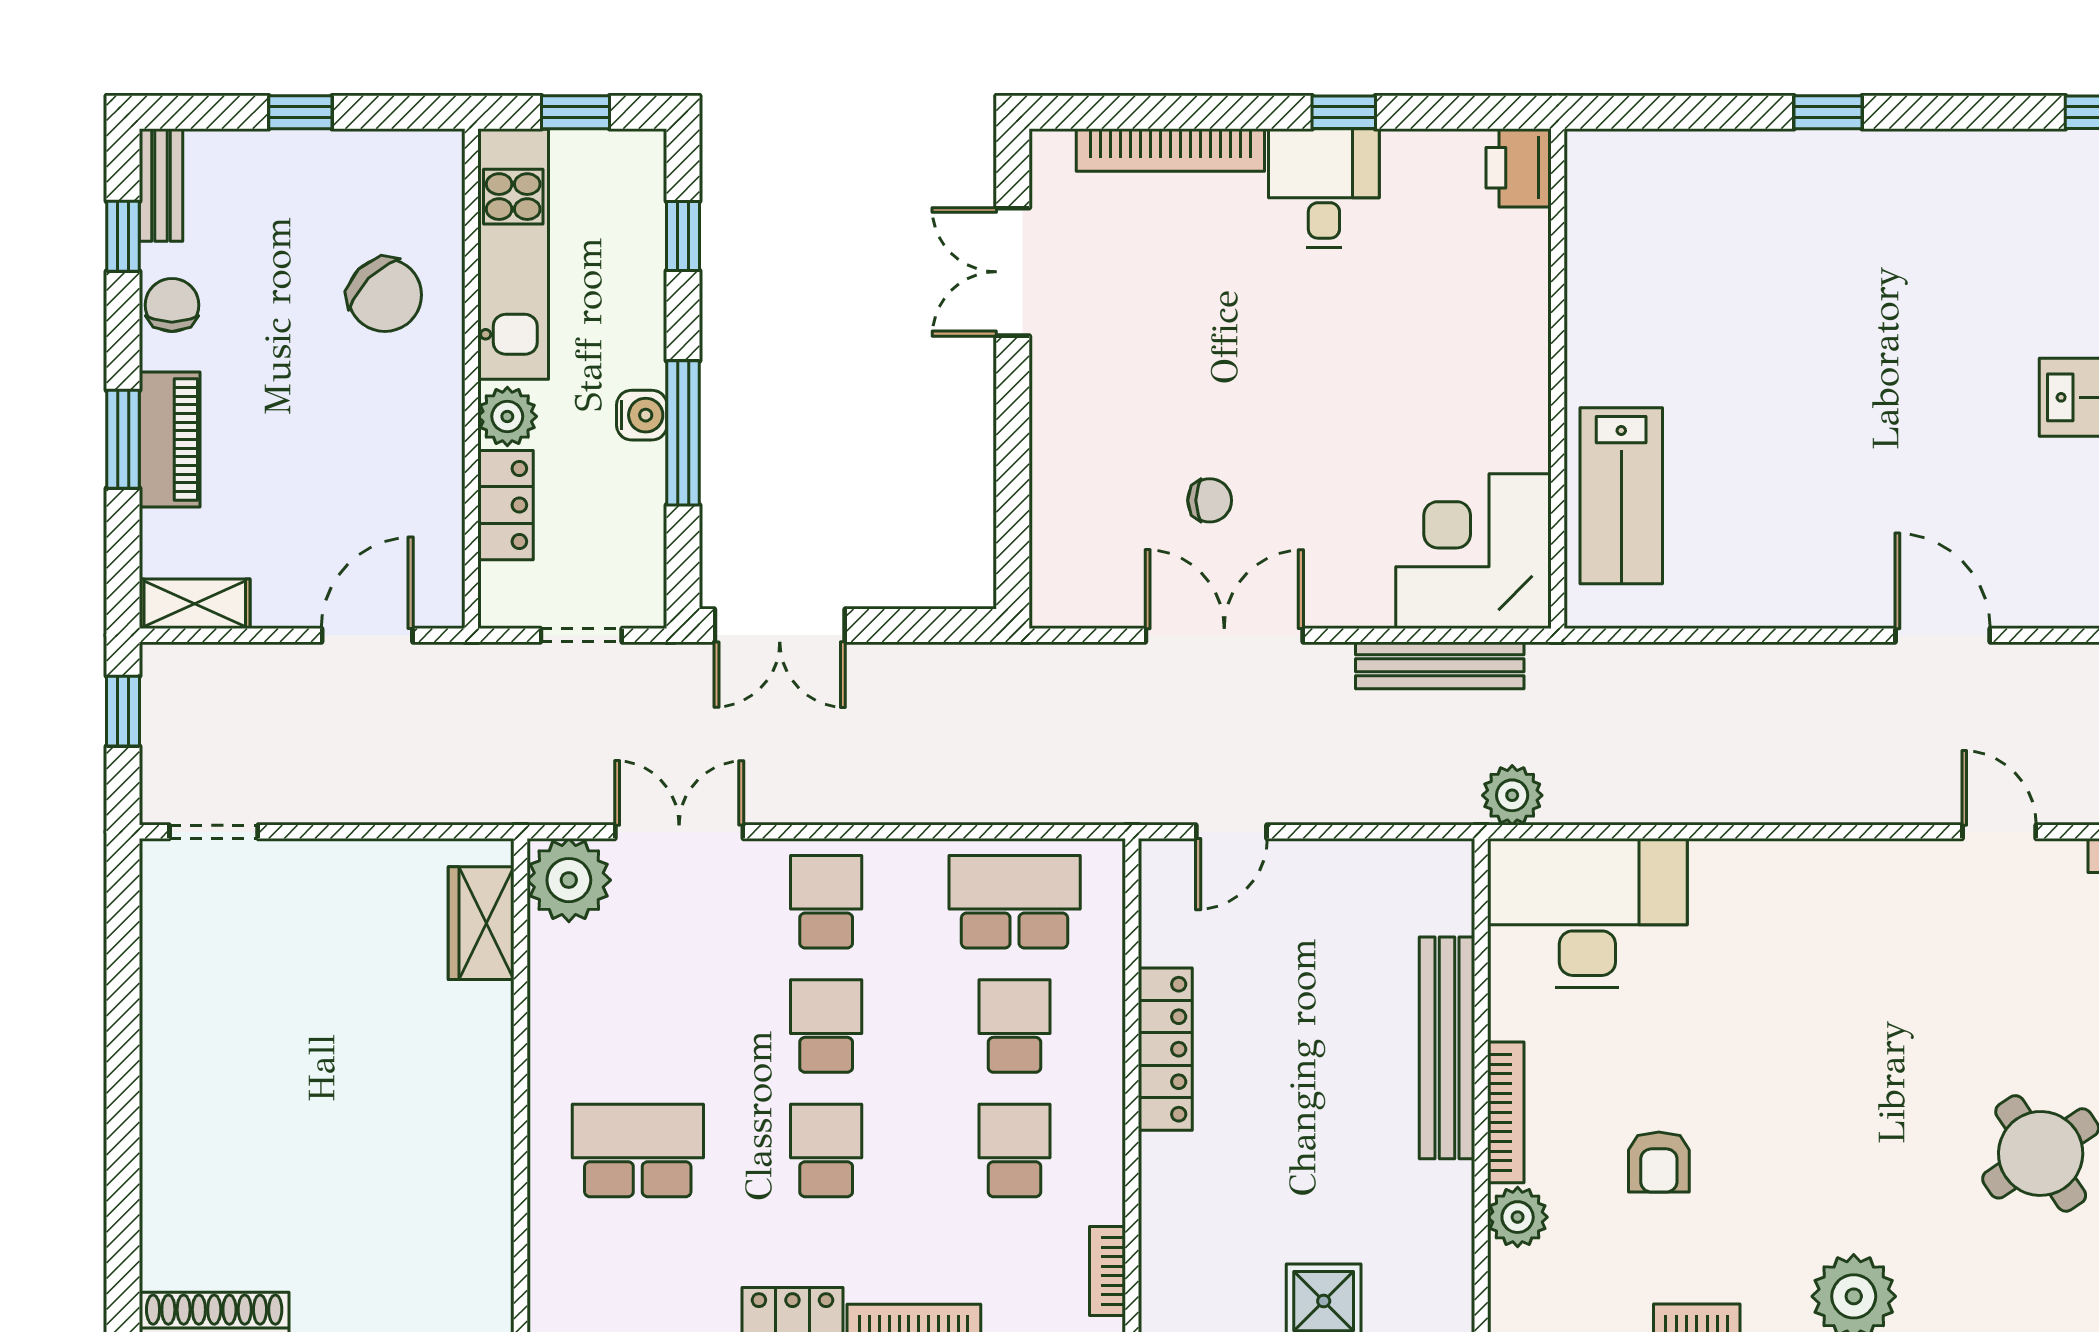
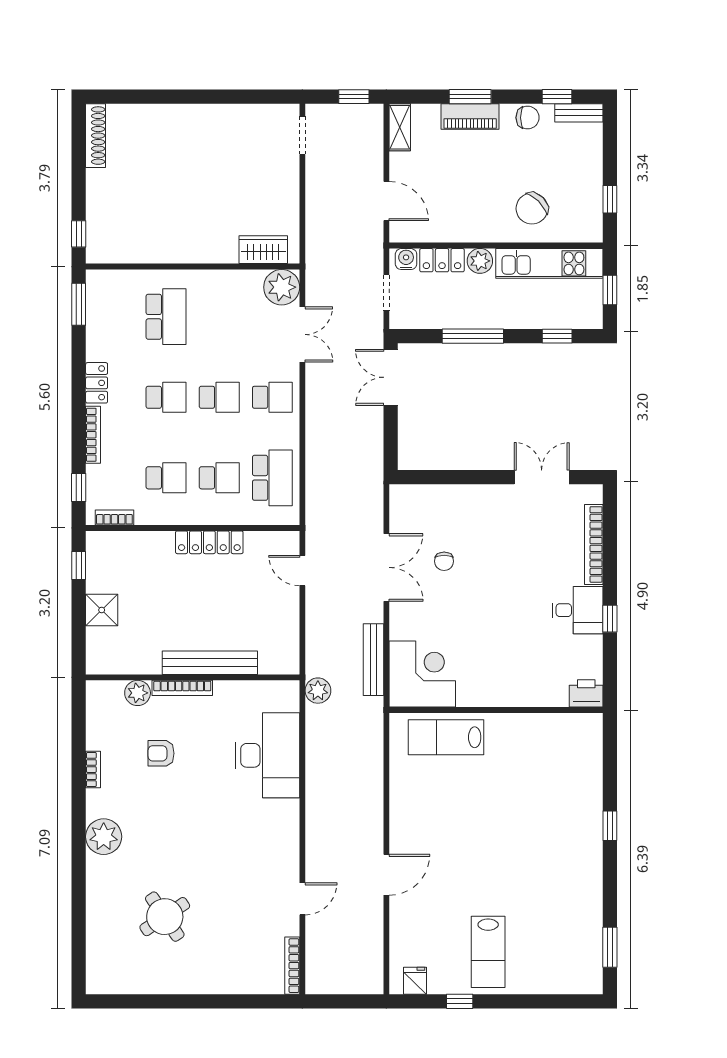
window: (300, 112) -> (610, 199), moved
water cooler: (642, 415) -> (406, 259), moved, turned 180
desk: (1587, 913) -> (268, 755), moved

